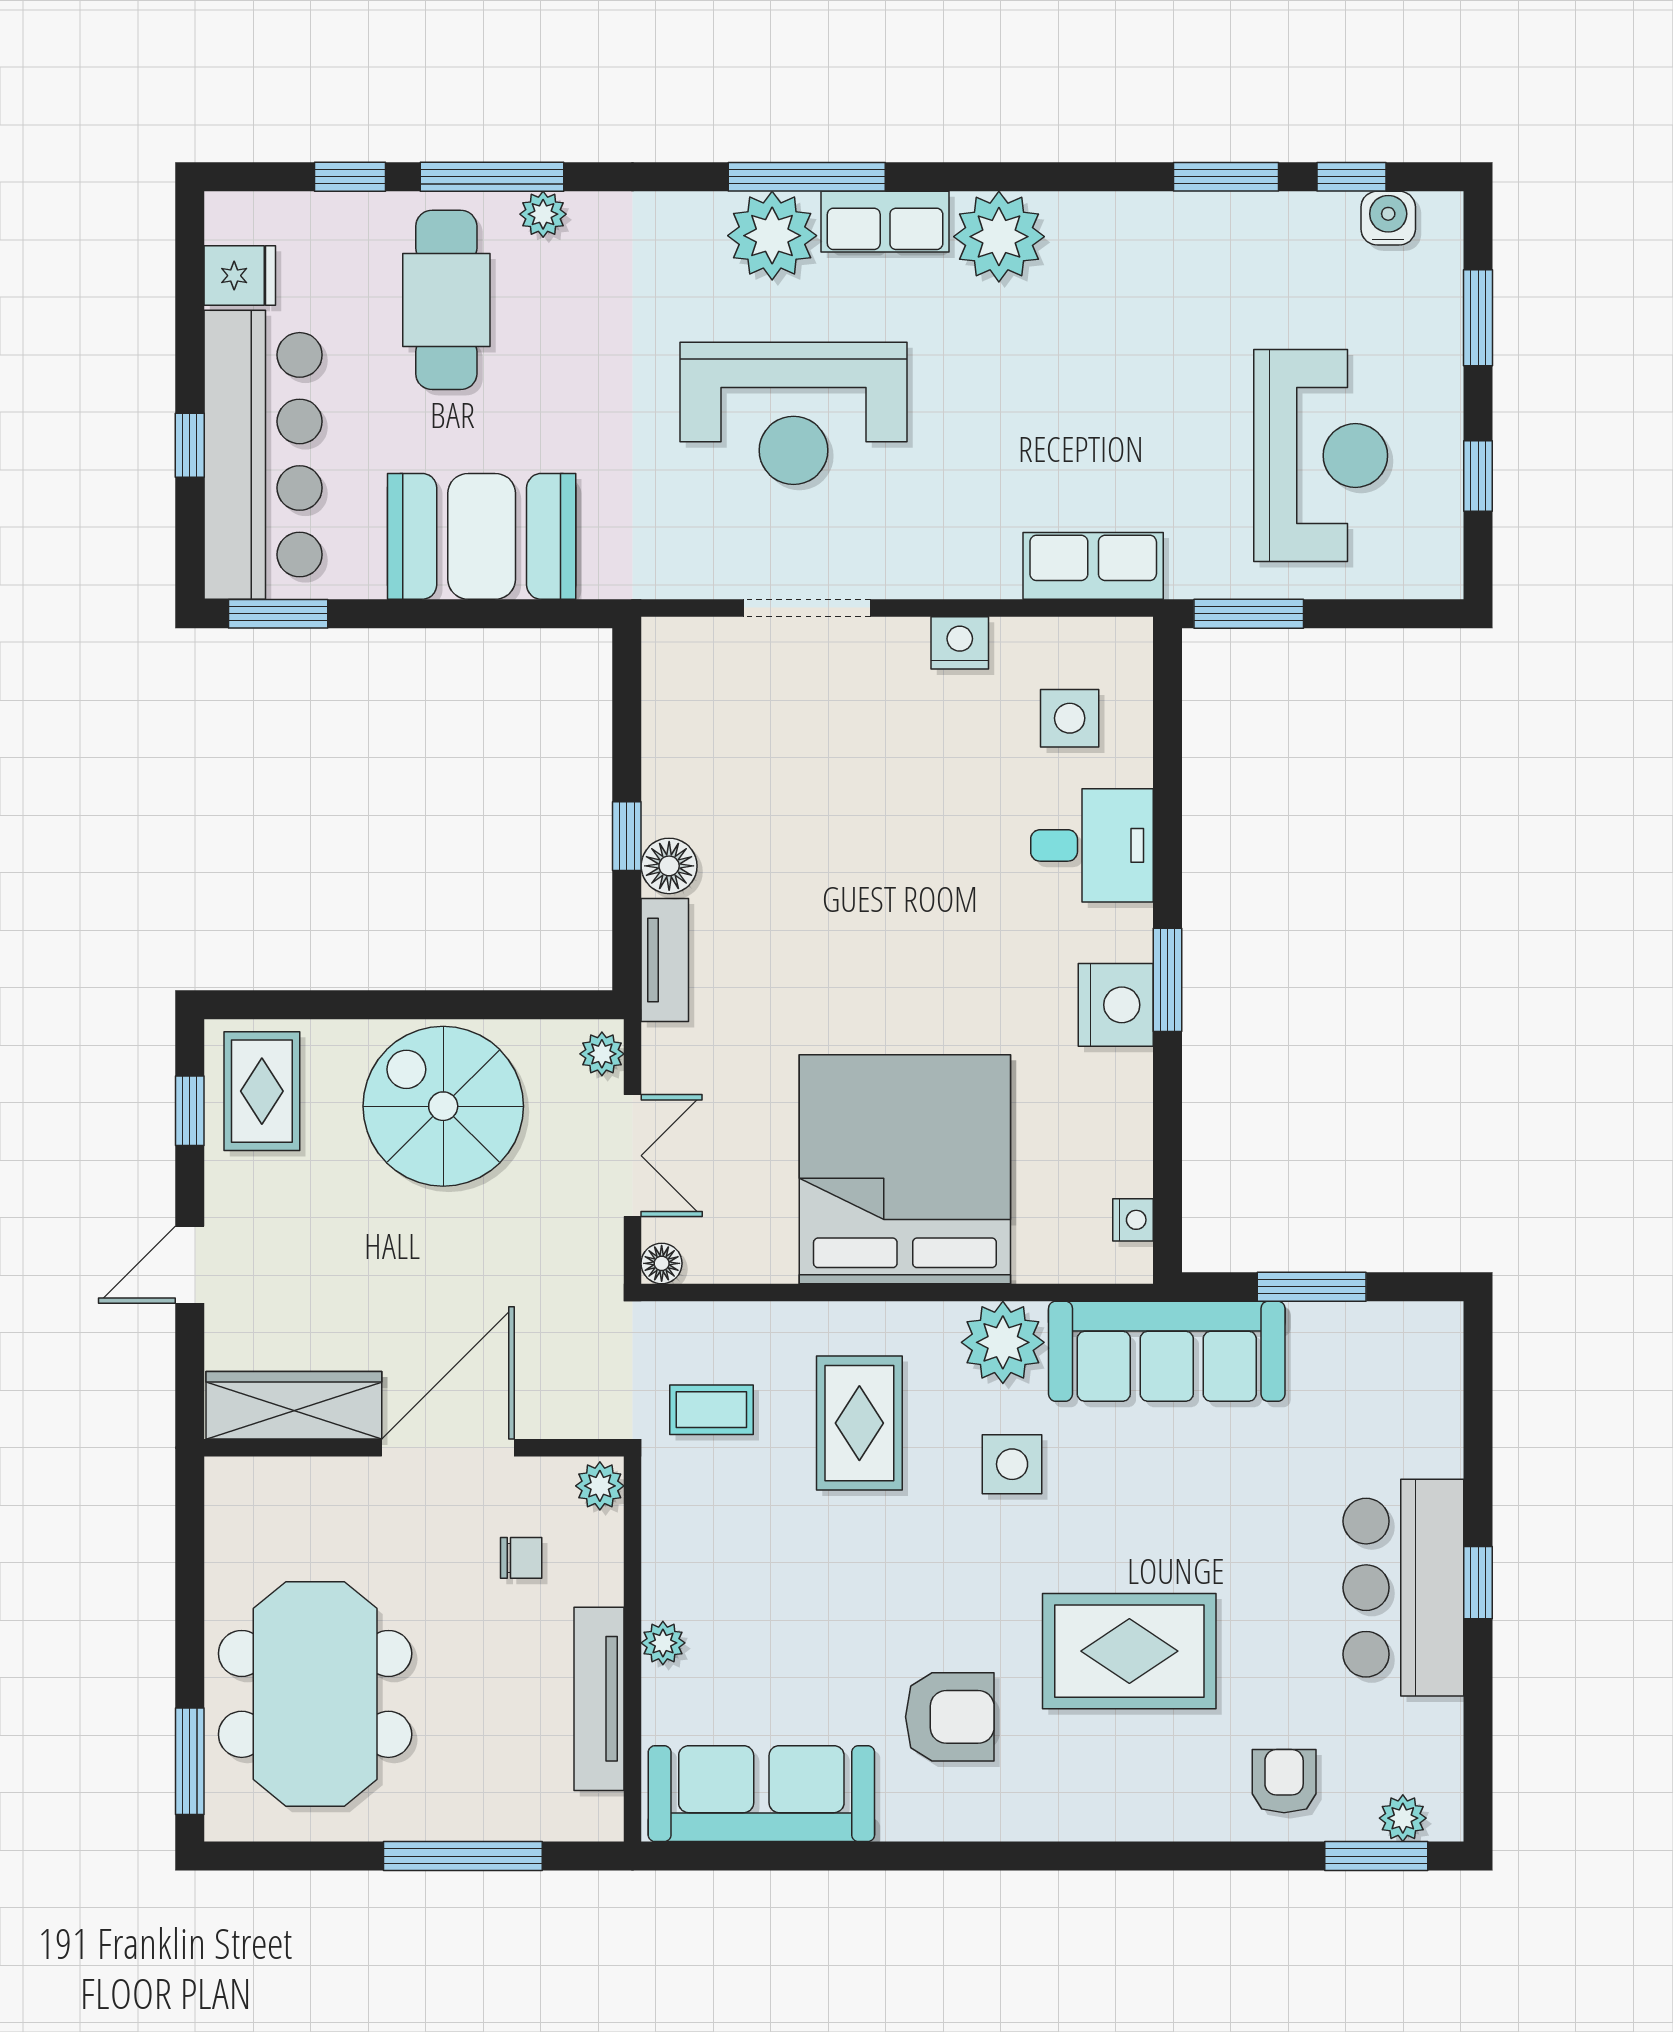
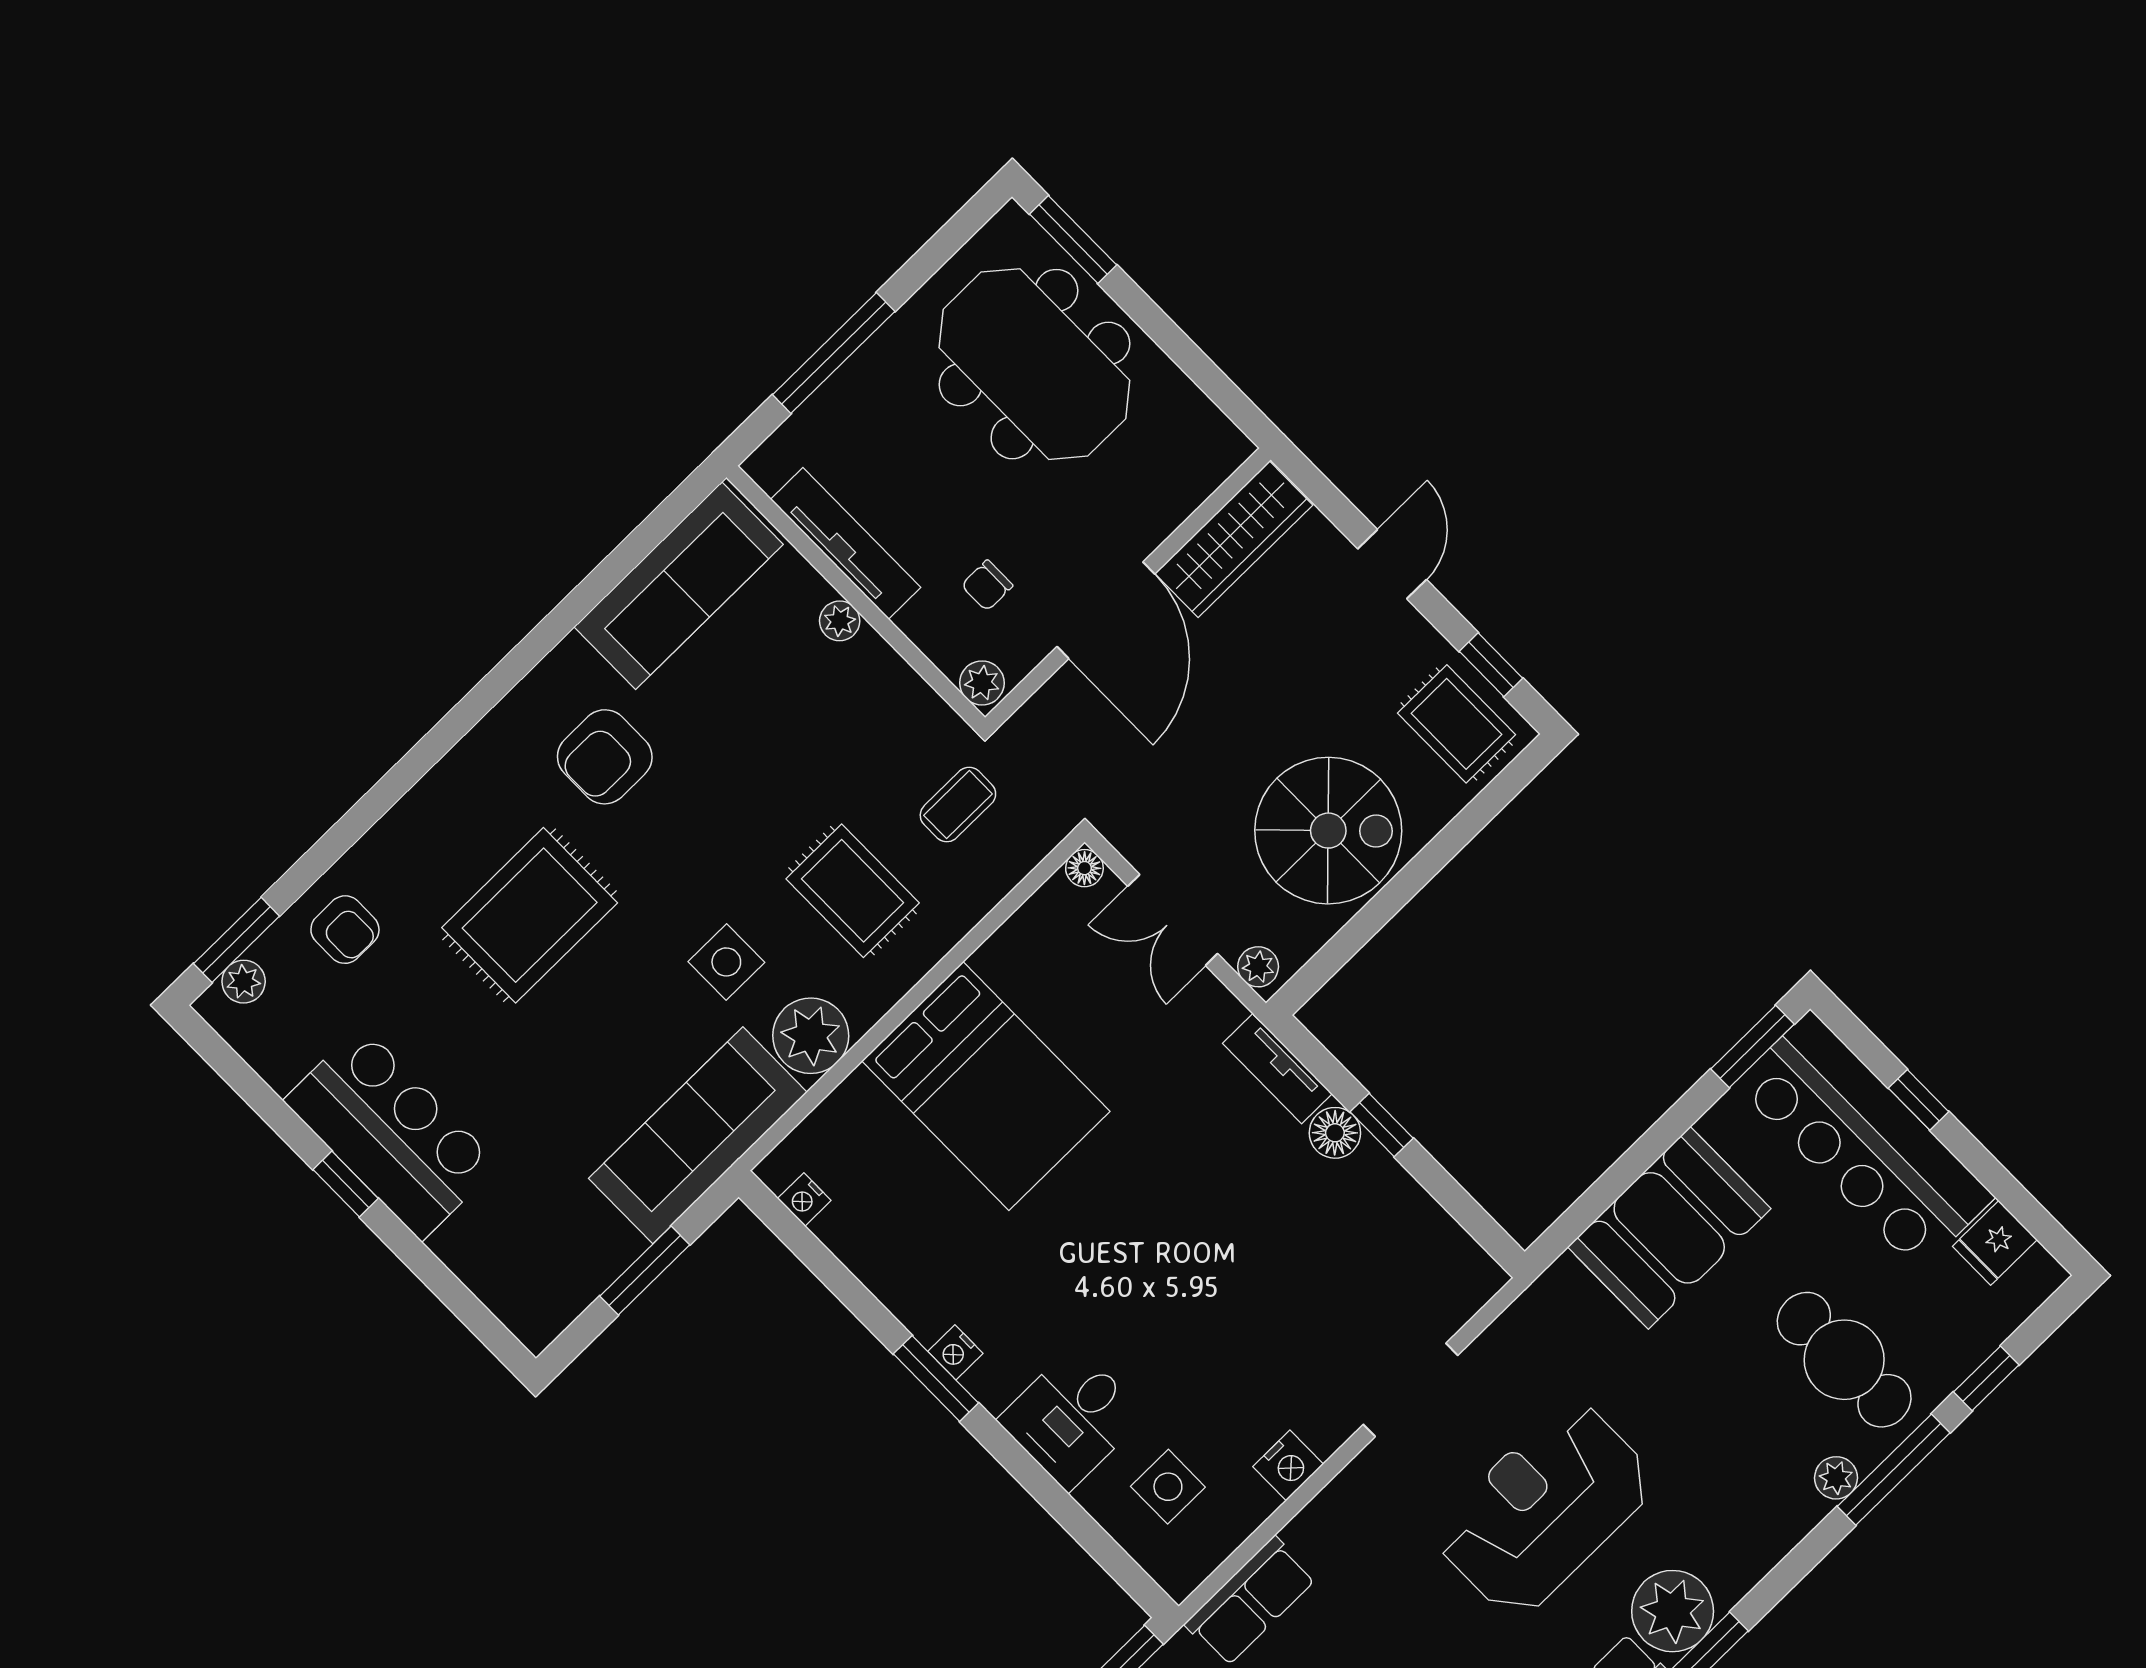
nightstand: (1116, 1005) -> (955, 1352), width x0.53, depth x0.56
bed: (905, 1169) -> (986, 1086), width x0.73

